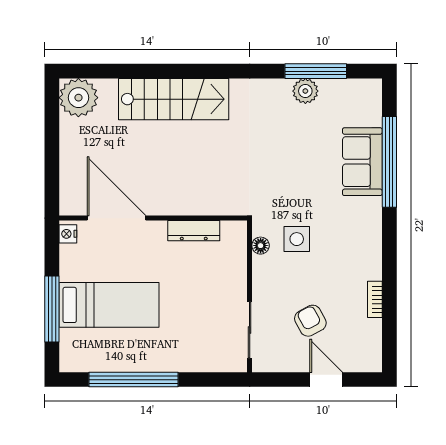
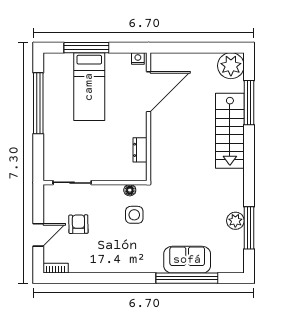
window: (132, 71) -> (249, 103), added
dresser: (194, 231) -> (140, 150), width x0.70
bookcase: (375, 299) -> (56, 268), moved
armchair: (310, 321) -> (78, 224), turned -63

